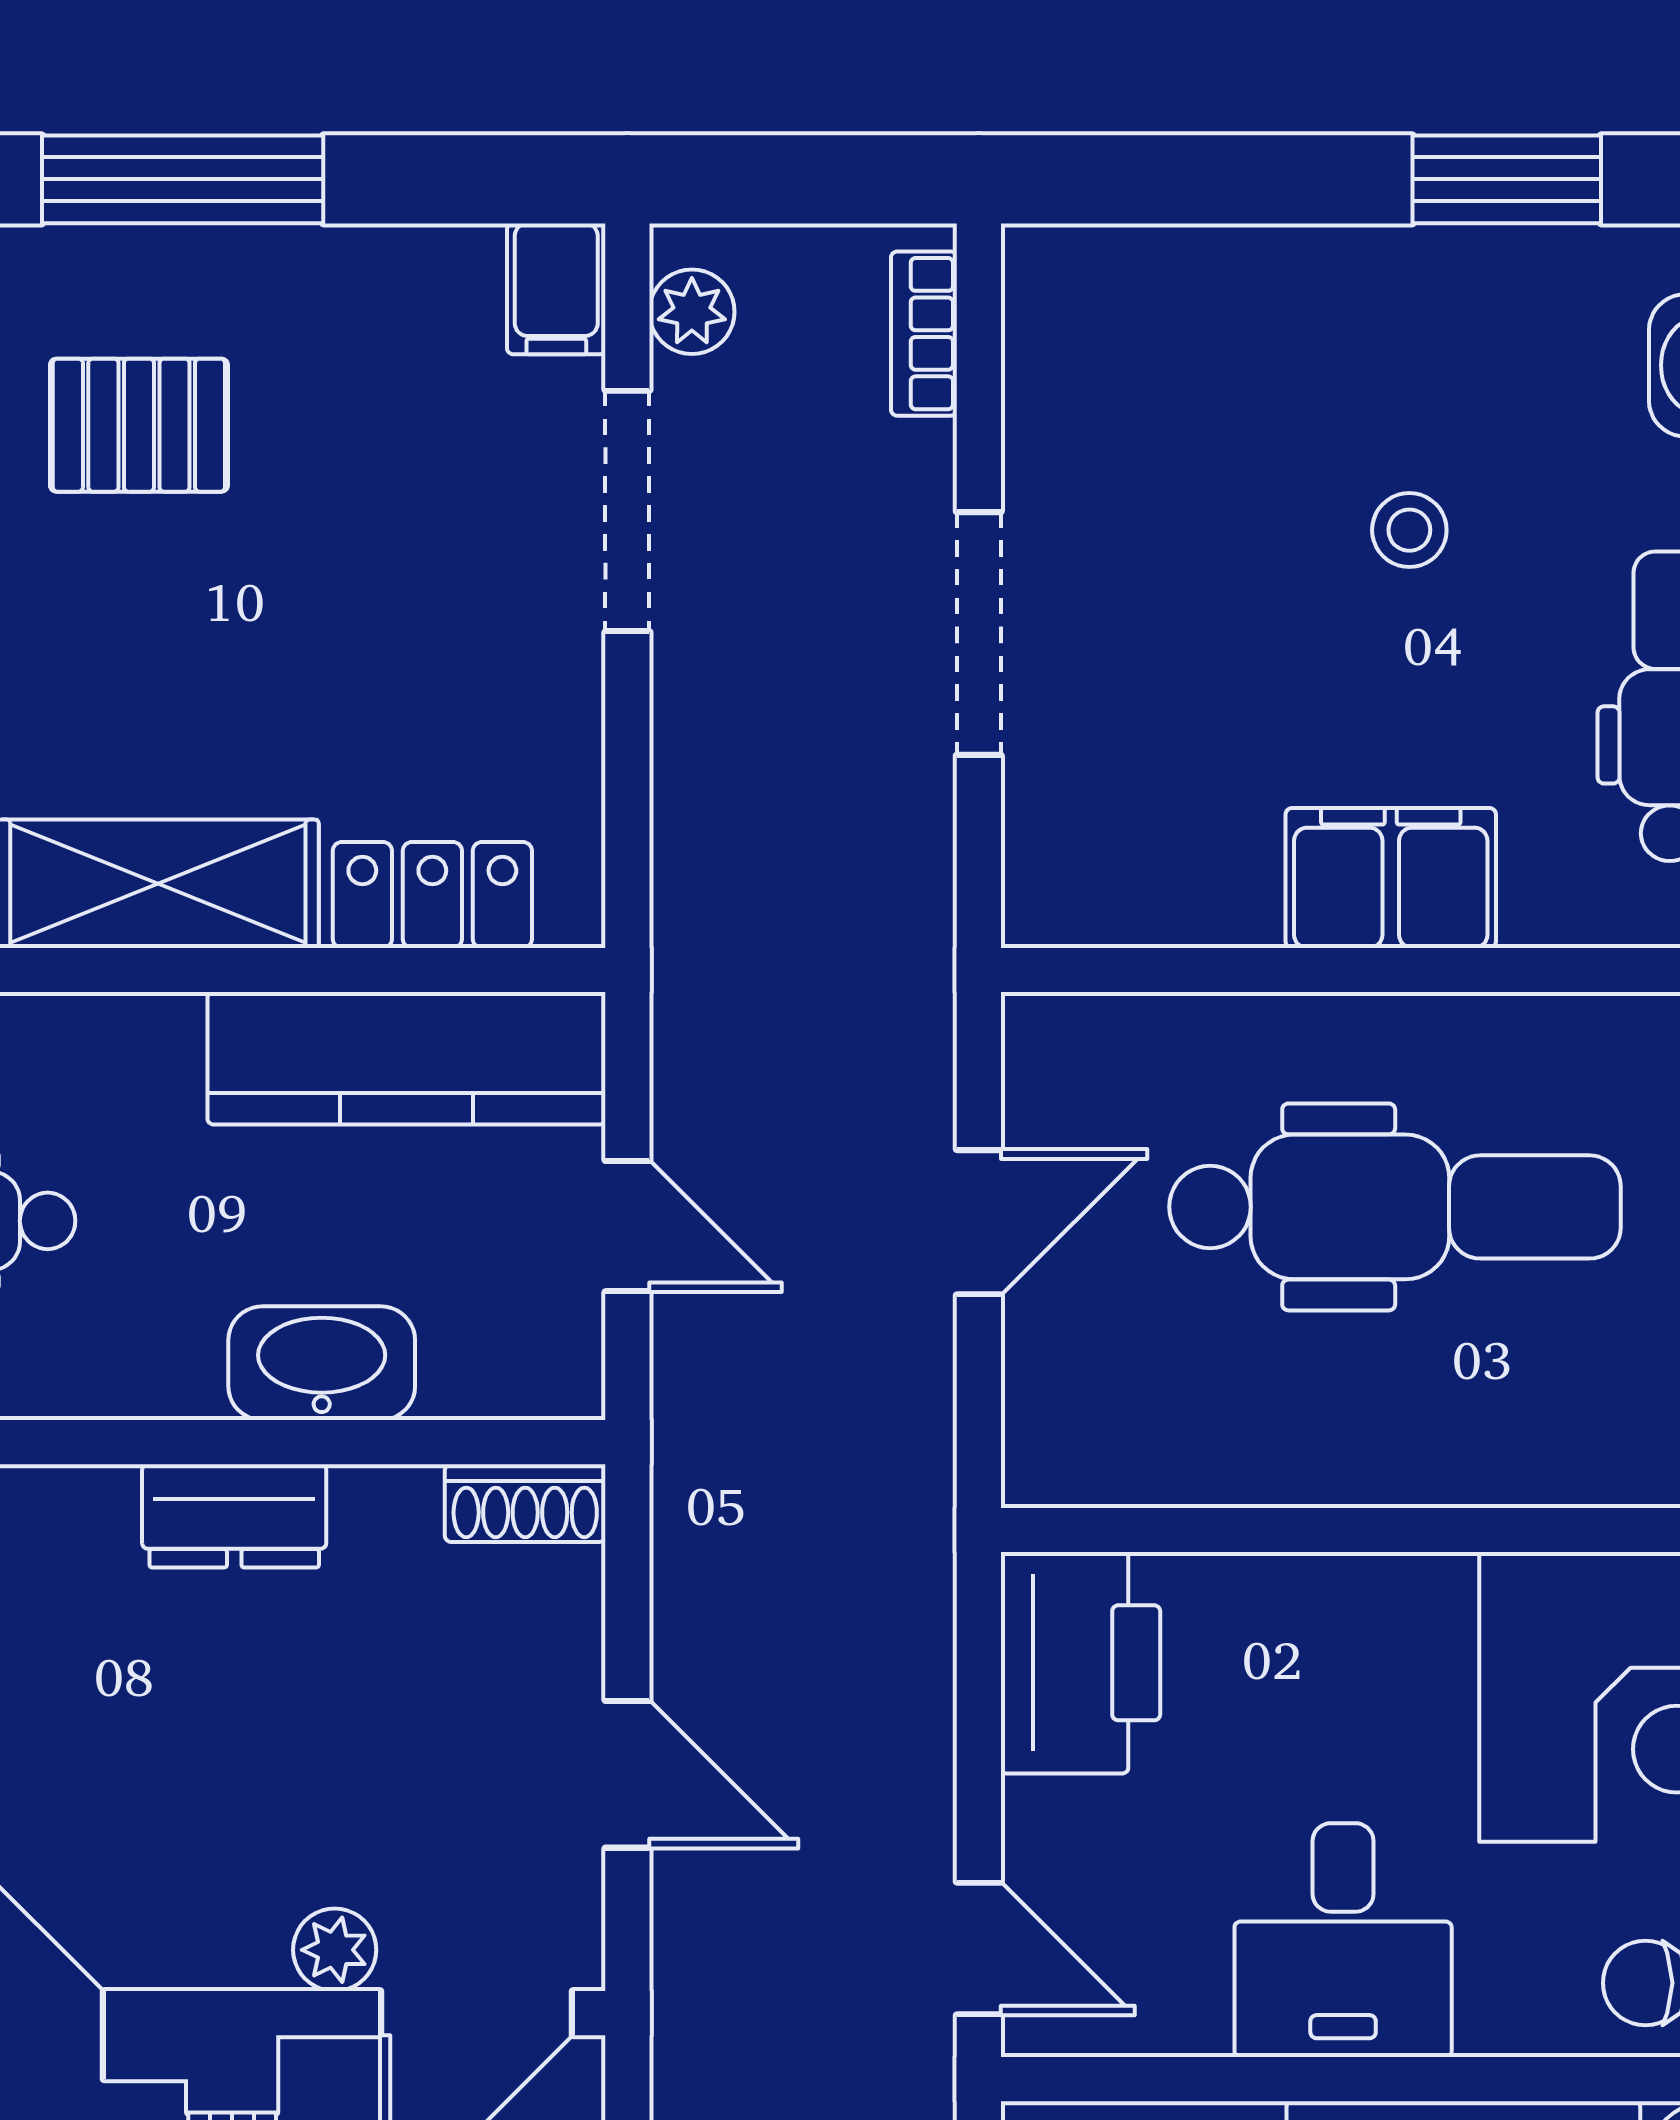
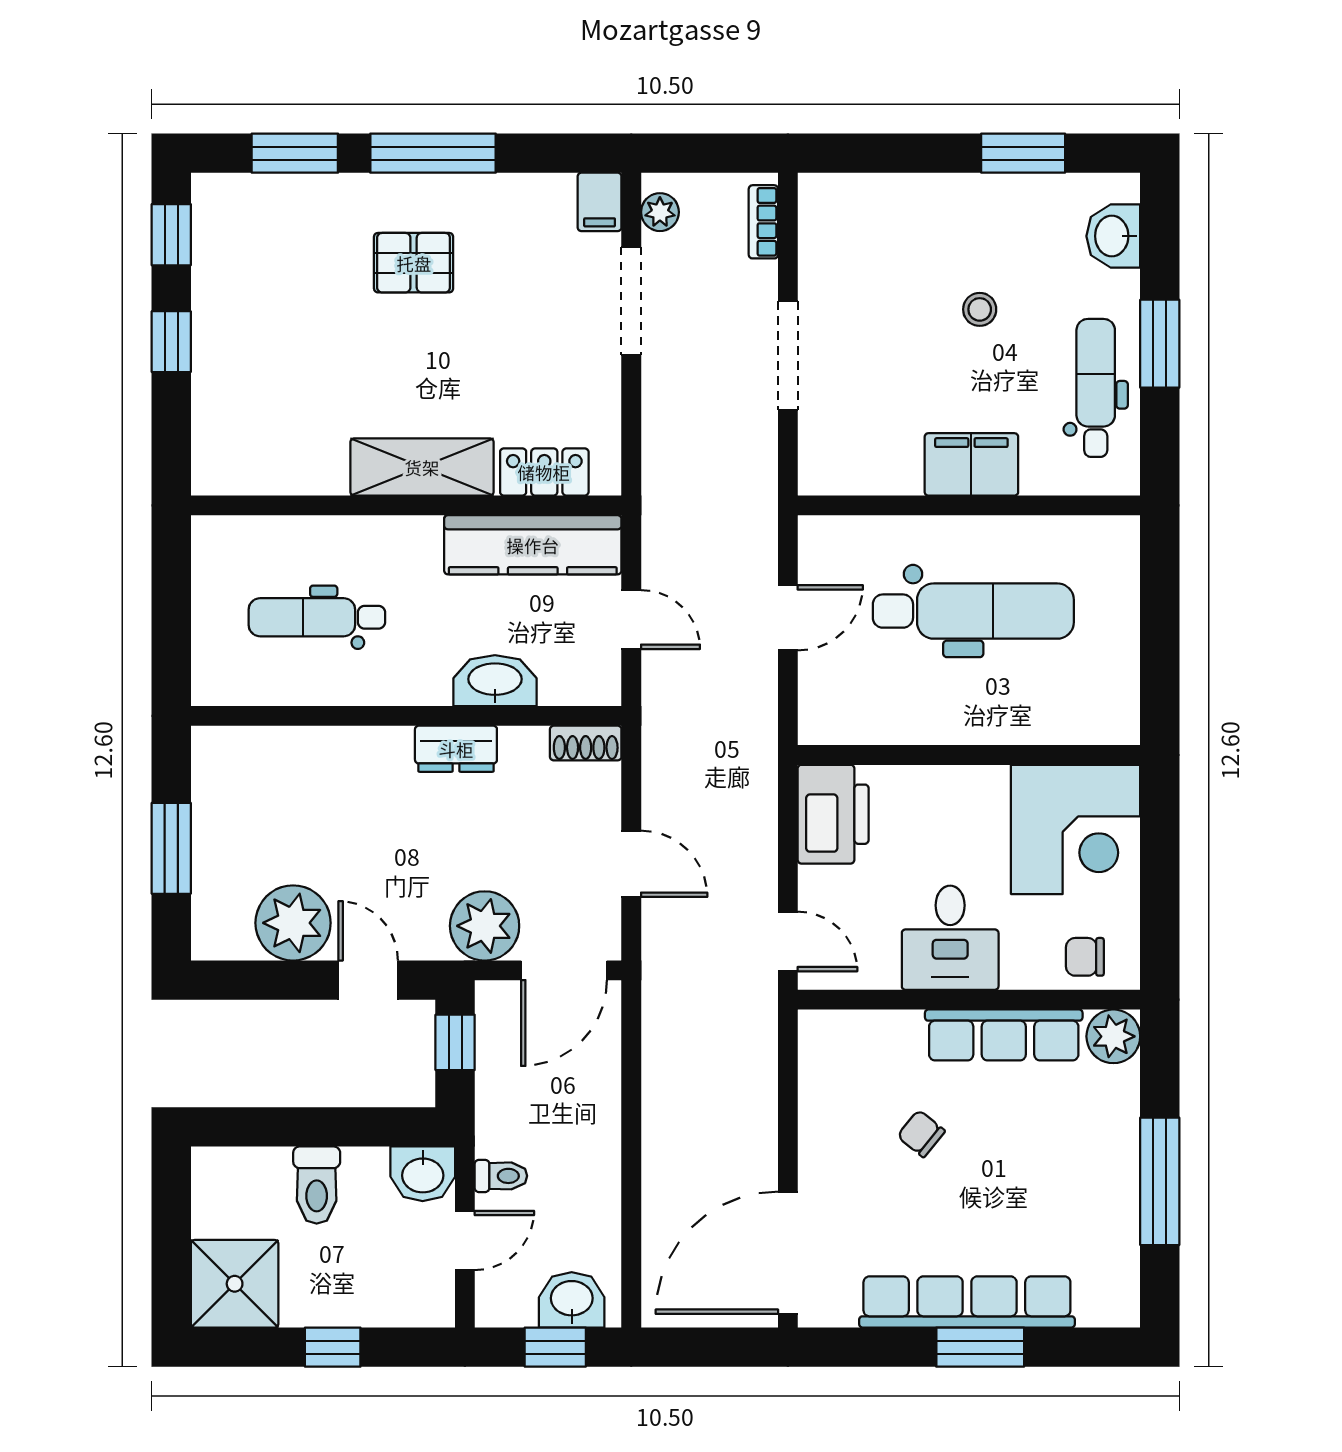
plant: (335, 1950) -> (485, 926), width x1.87, depth x1.87

